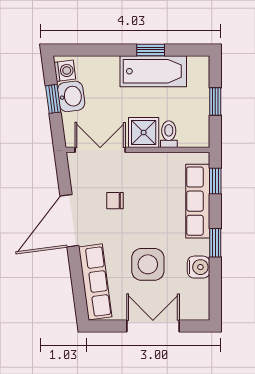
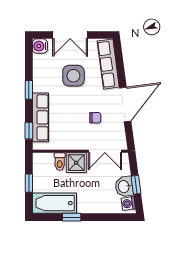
bathtub: (153, 71) -> (55, 203), moved
water cooler: (199, 267) -> (40, 46), moved

